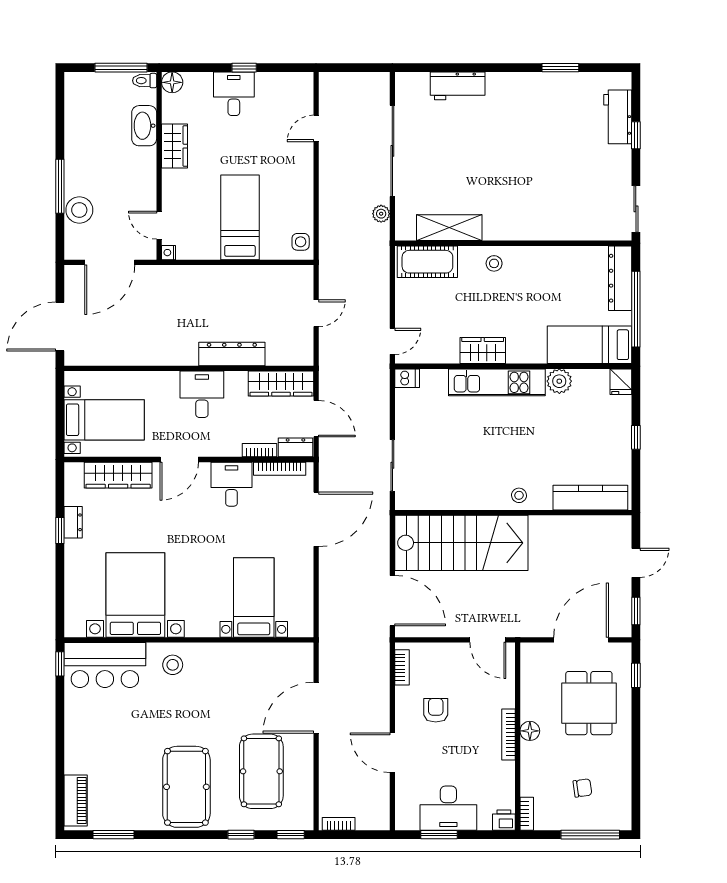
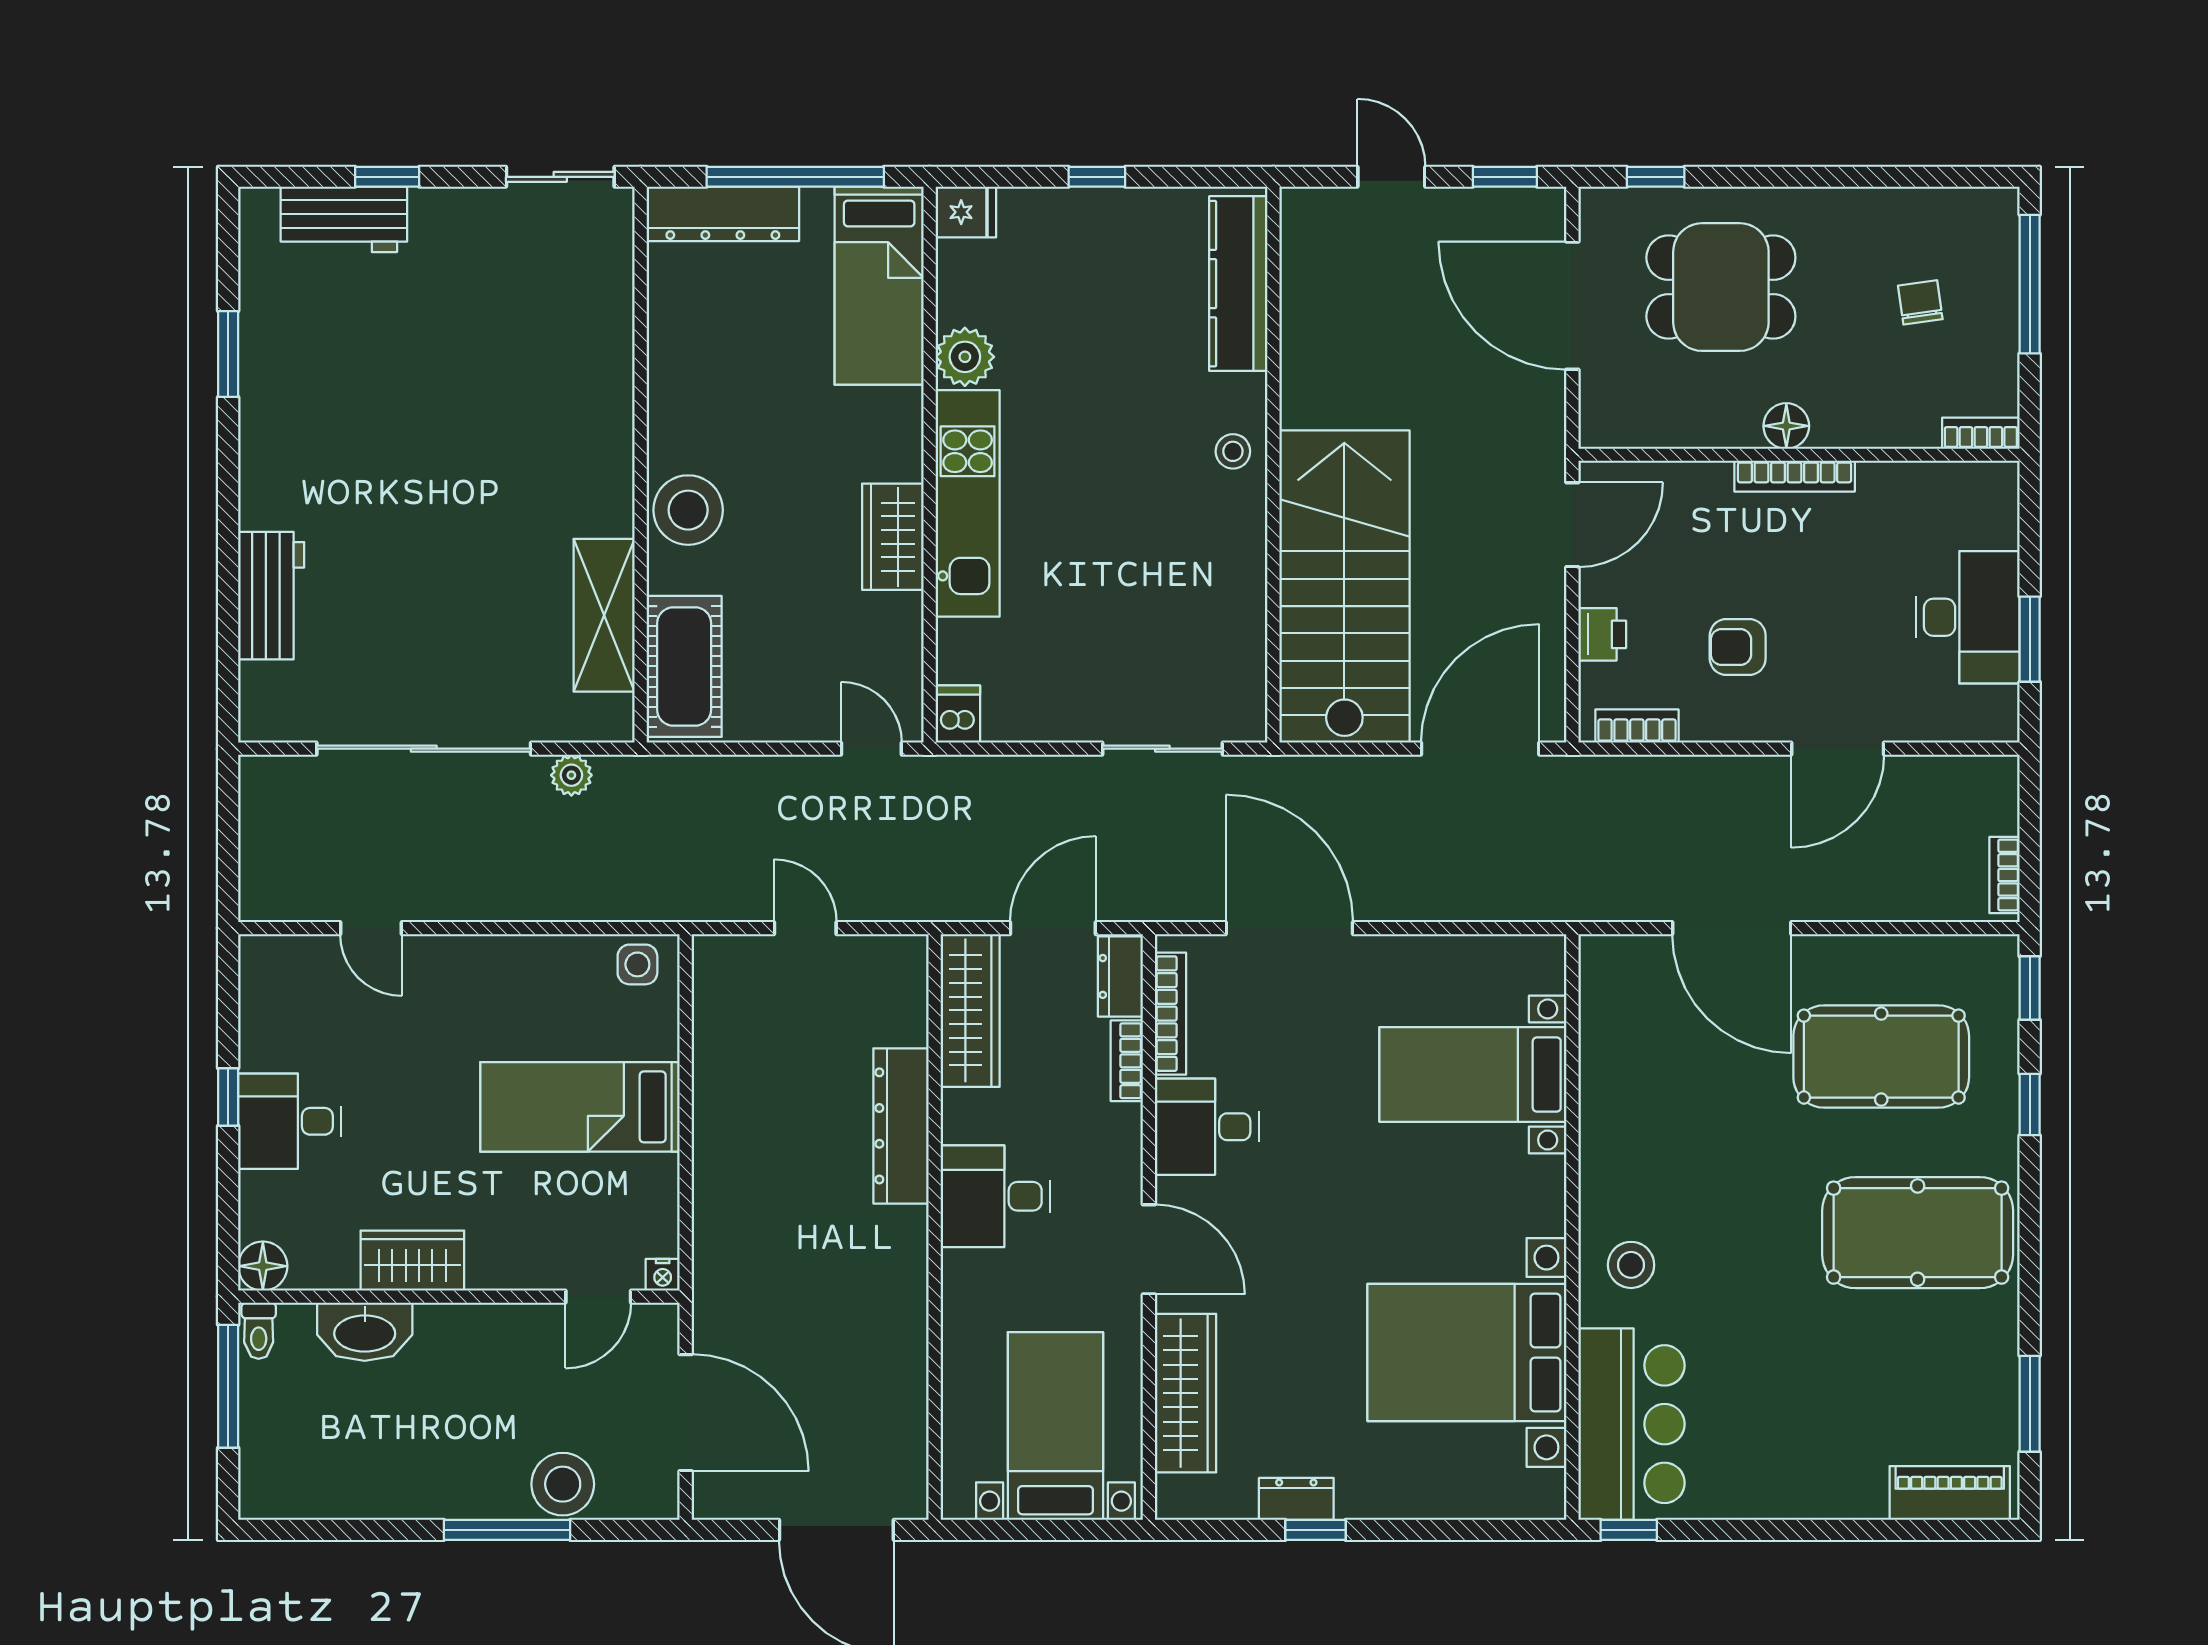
stool: (494, 263) -> (688, 510), width x1.89, depth x1.89
printer: (504, 820) -> (1602, 634), moved, turned 180

